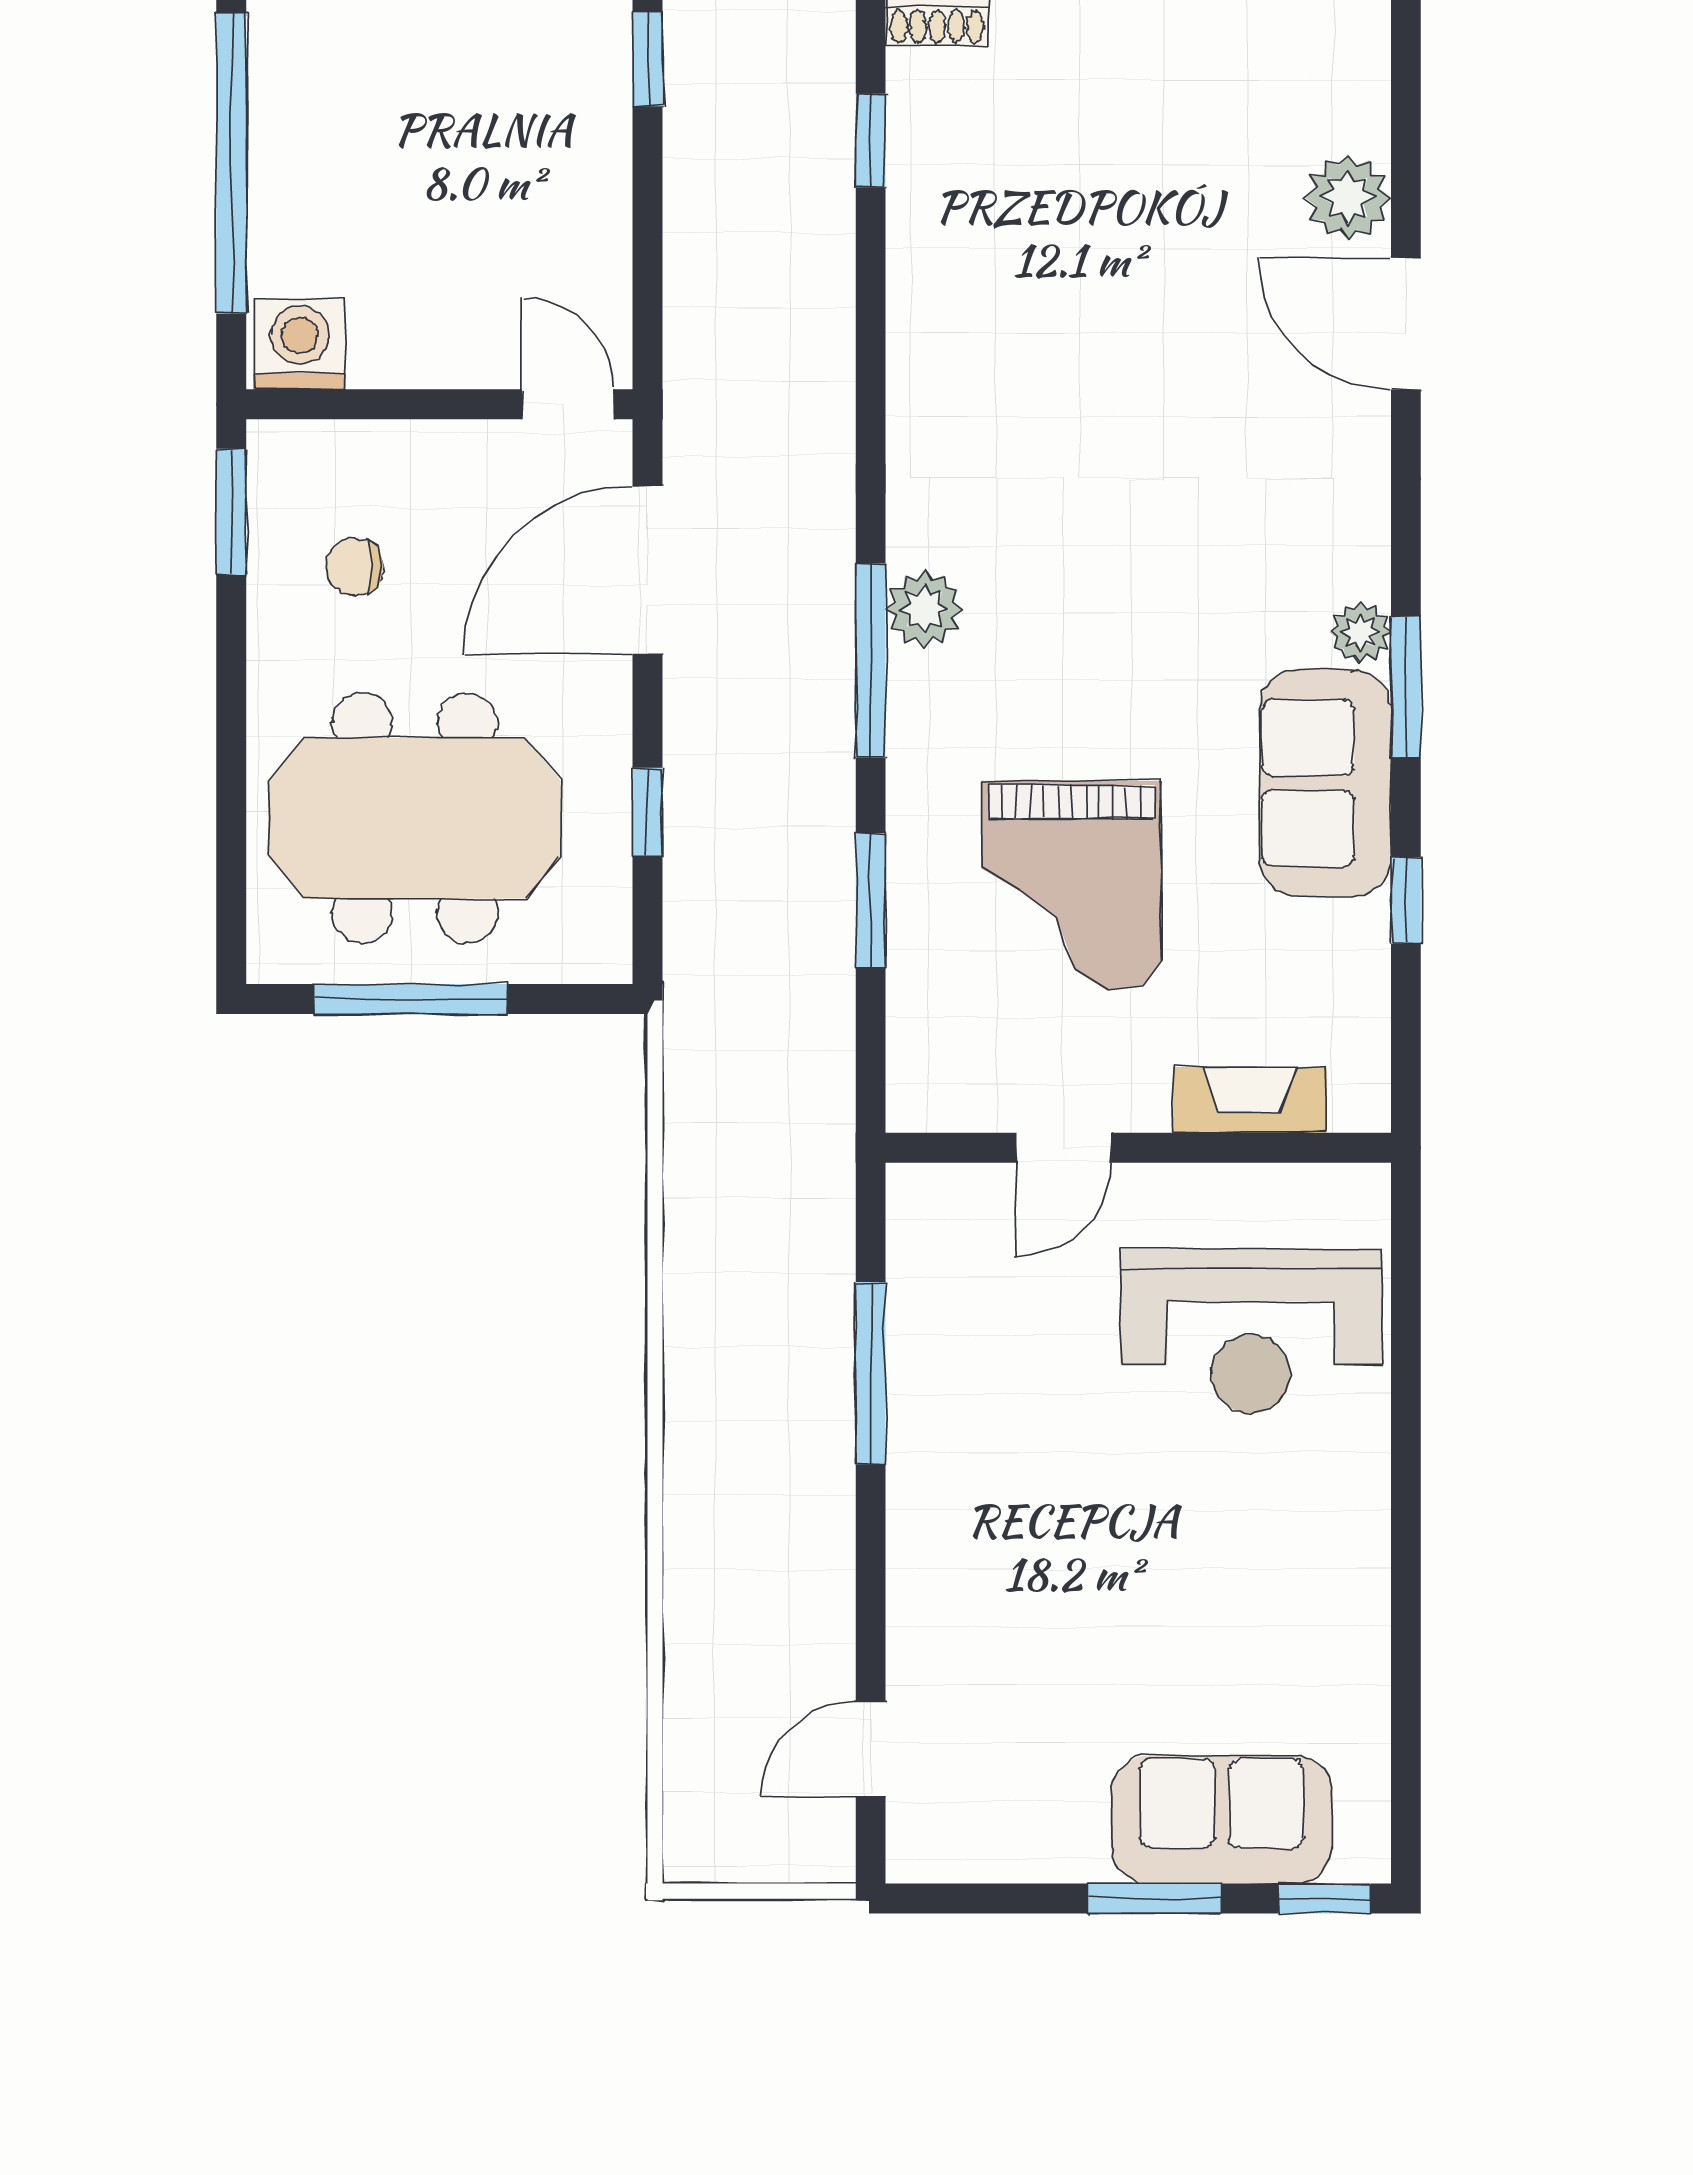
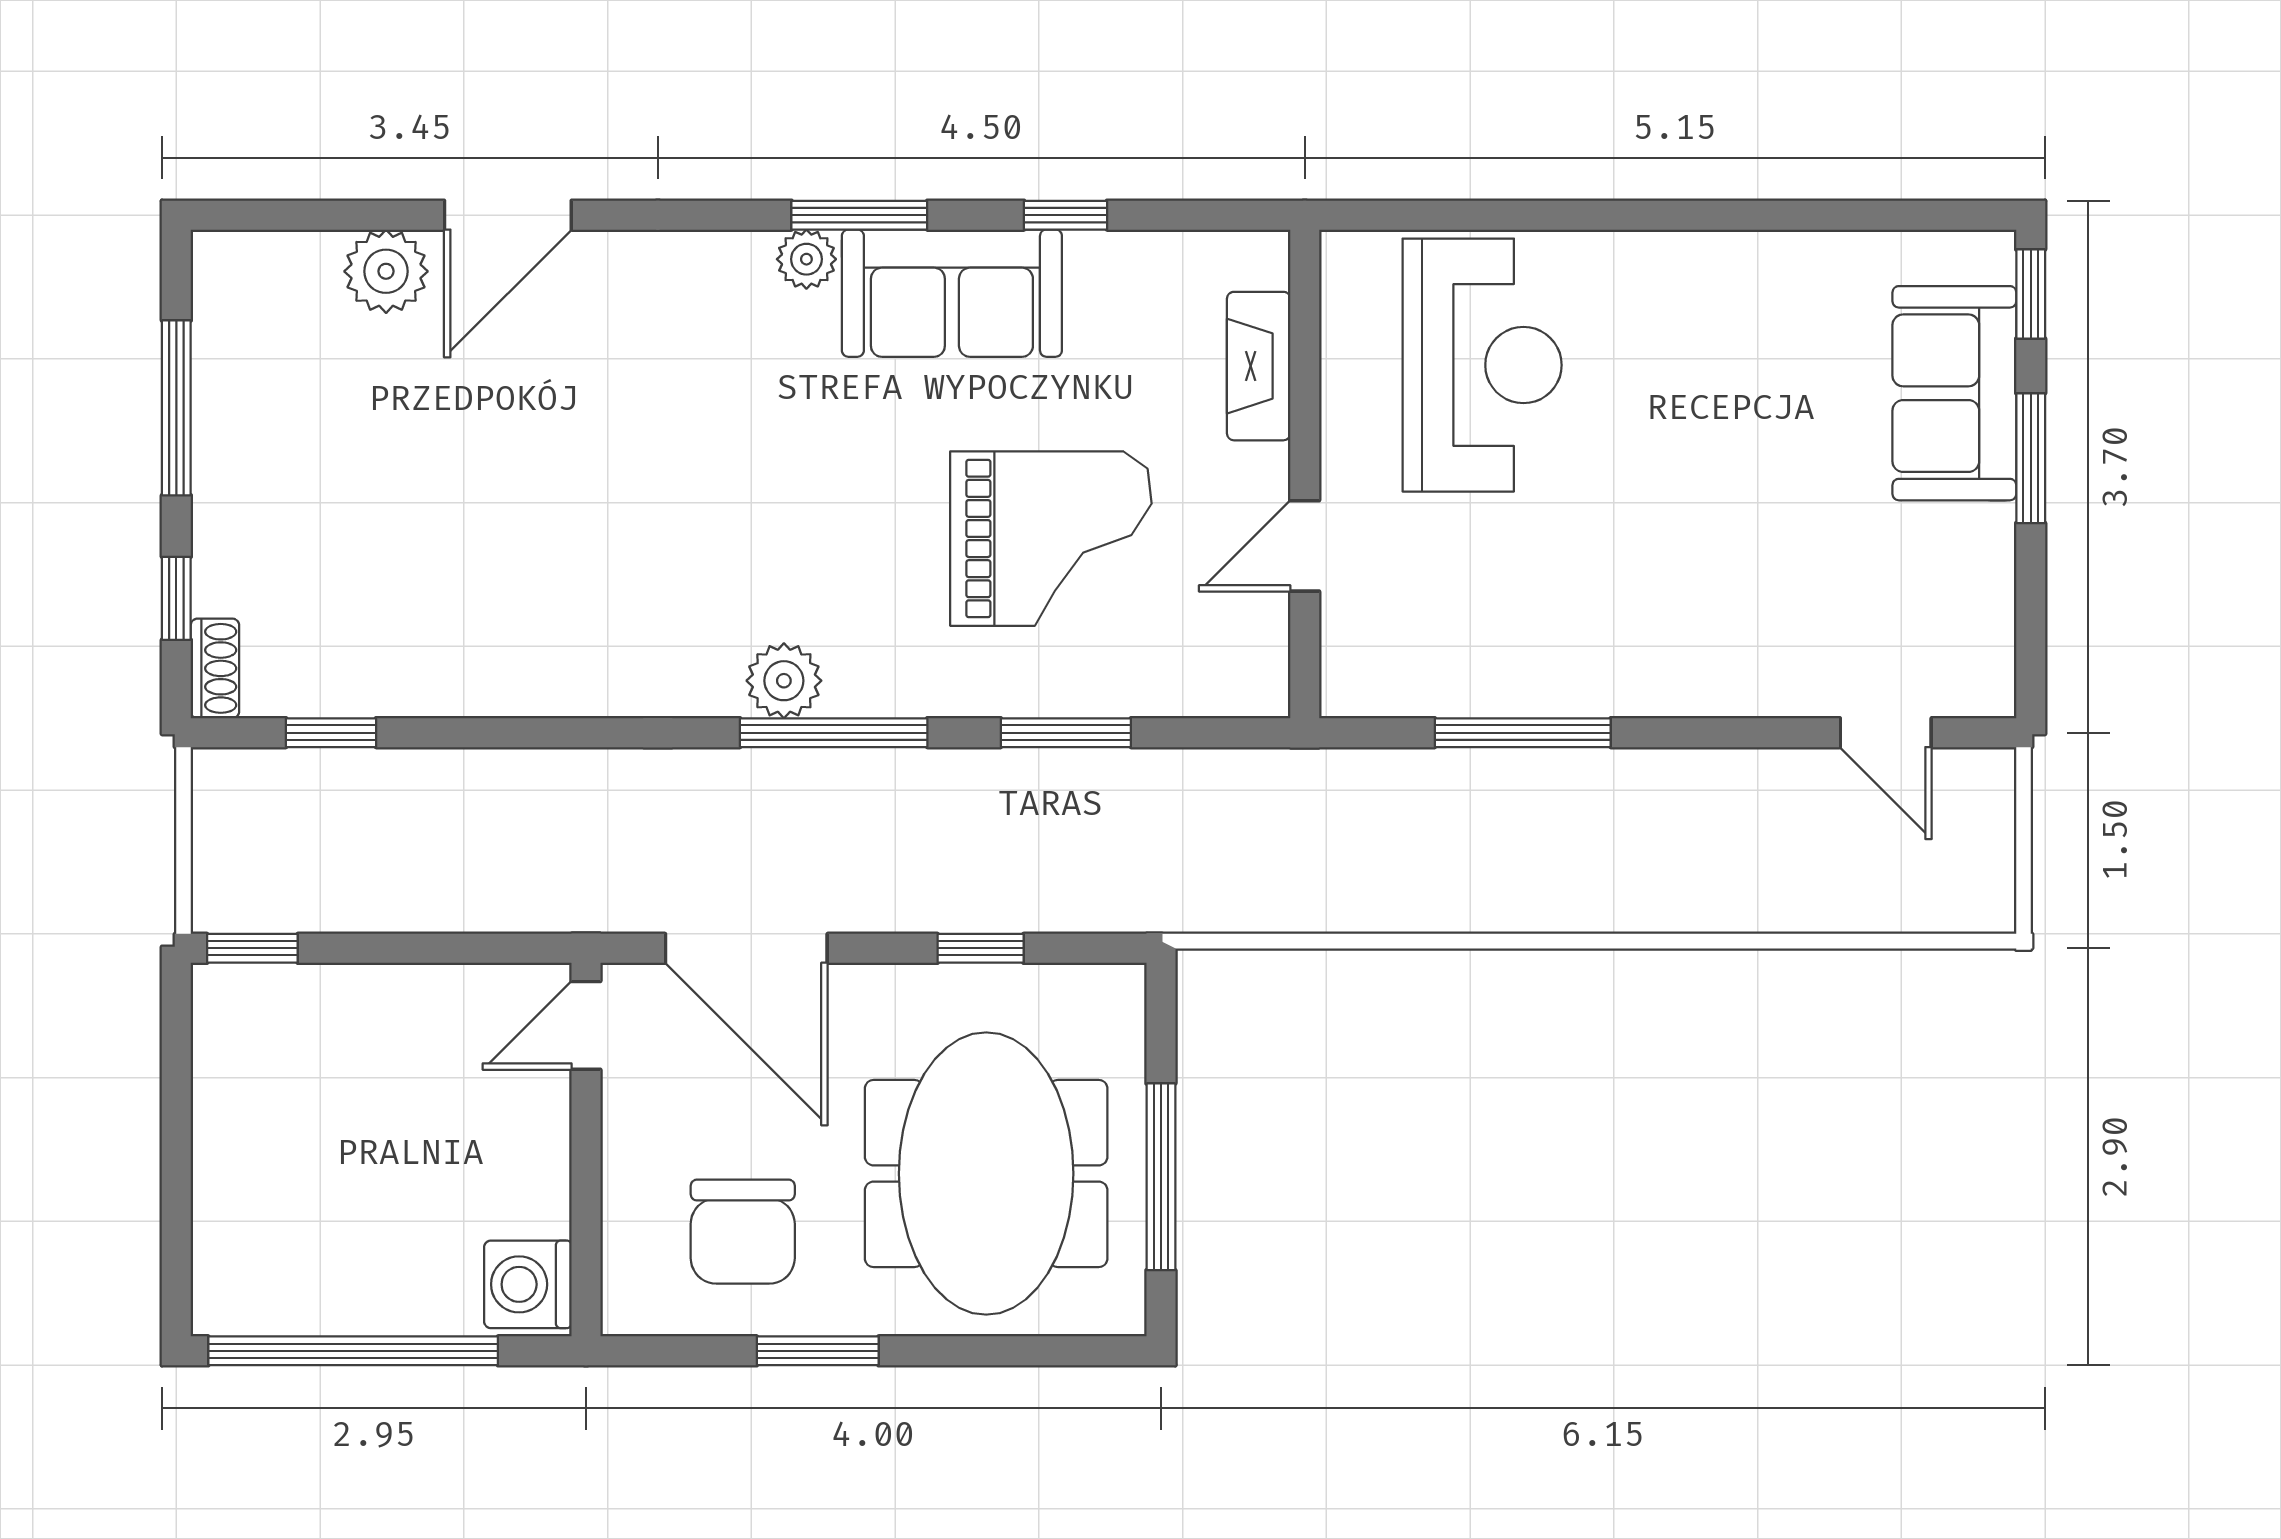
window: (231, 512) -> (818, 1351), moved
chair: (354, 566) -> (743, 1232), width x1.87, depth x1.87
door: (1064, 1148) -> (1305, 546), swing flipped

